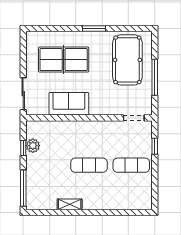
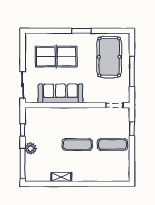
sofa: (69, 104) -> (60, 93), width x1.36
plant: (33, 146) -> (31, 148), moved

